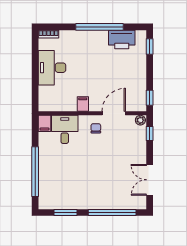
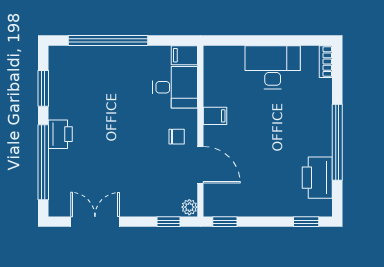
printer: (94, 202) -> (60, 134), added

